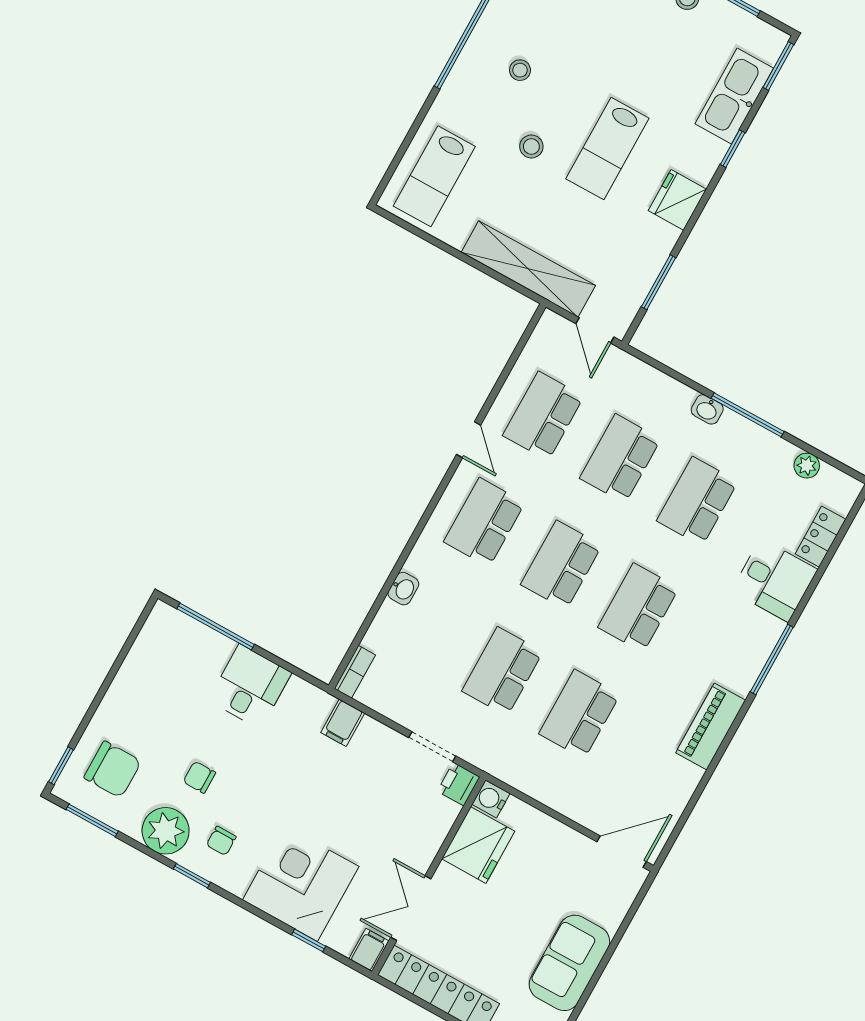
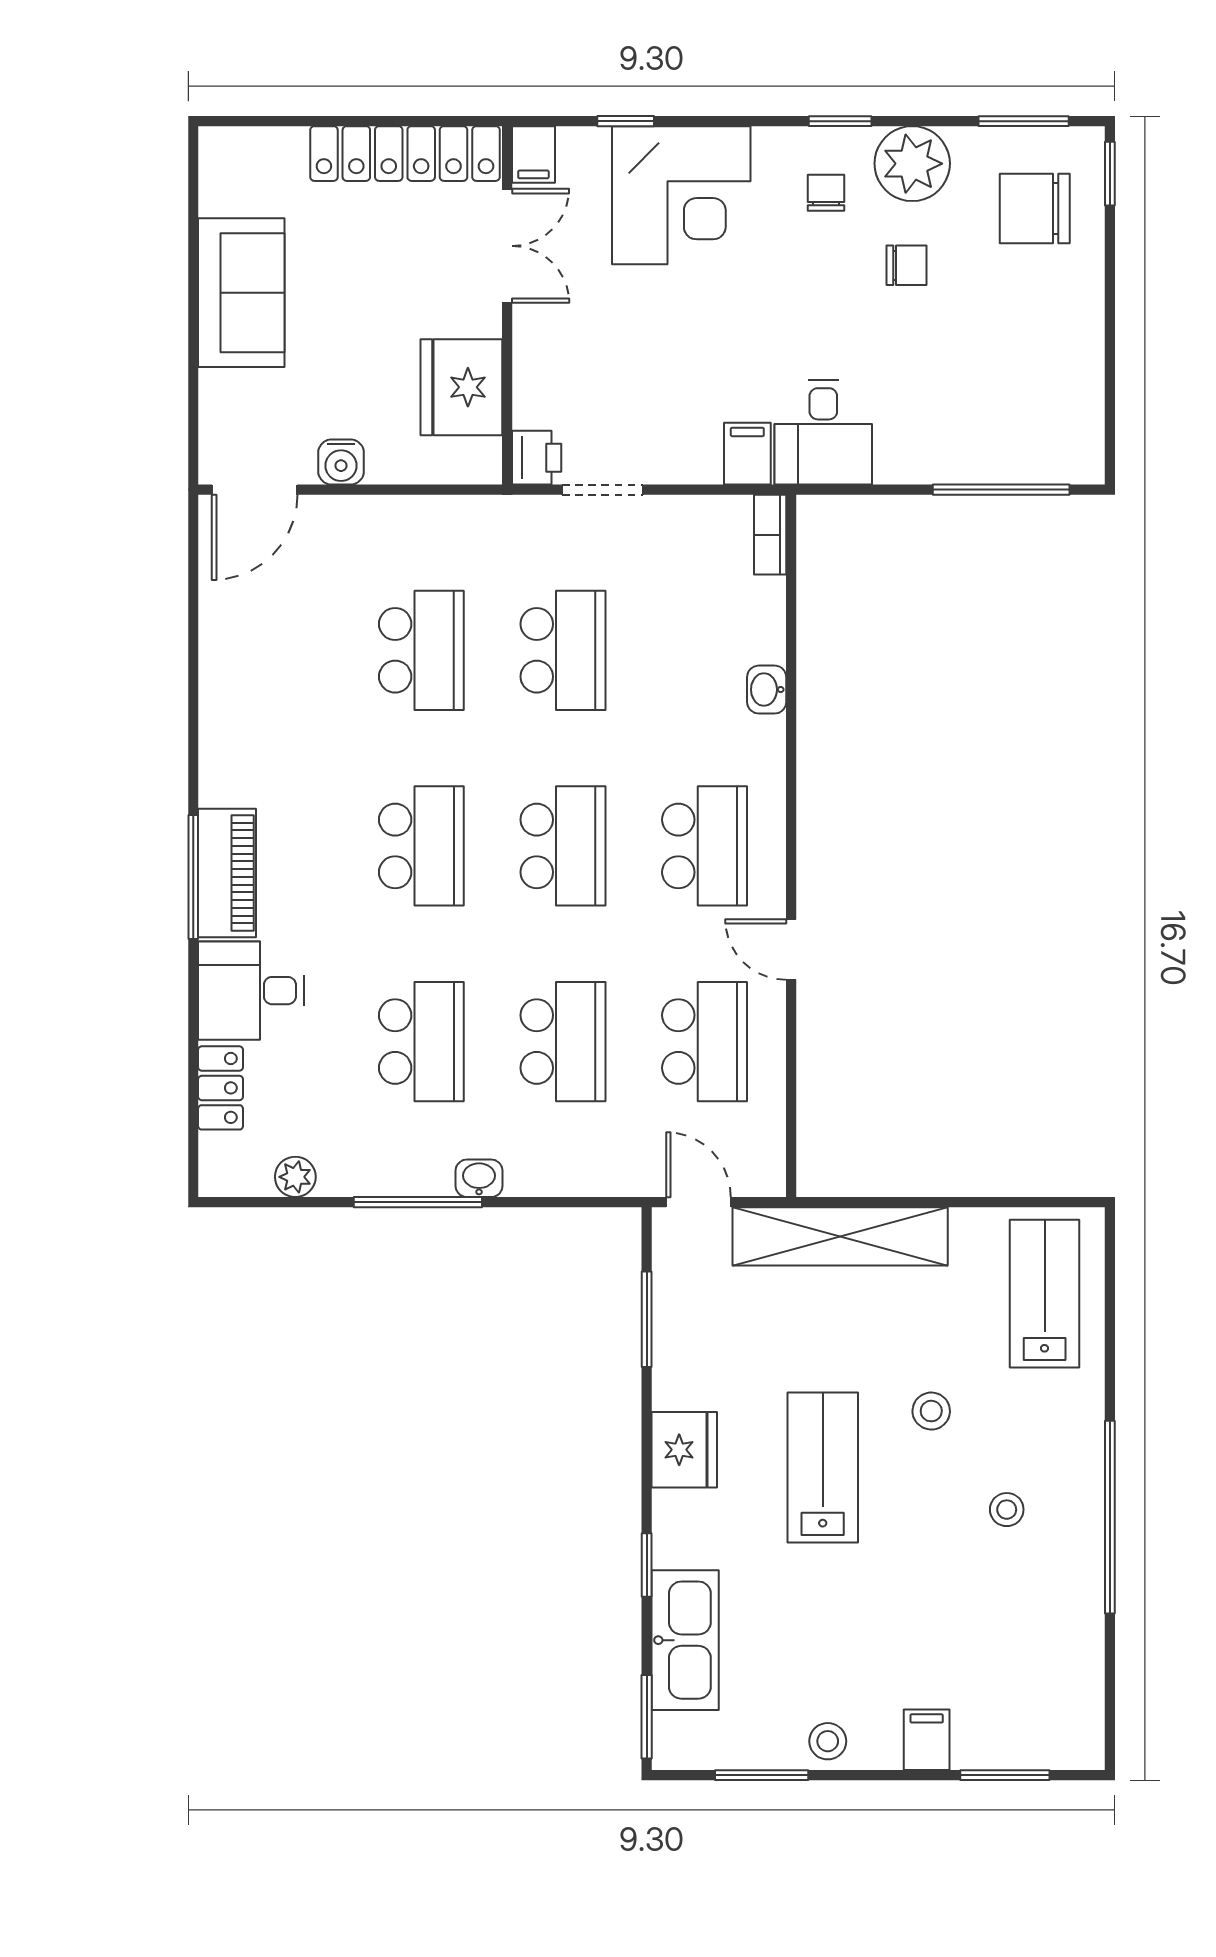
desk: (250, 686) -> (823, 432), moved
piano: (711, 727) -> (227, 873), moved
water cooler: (491, 799) -> (341, 462), moved, turned 90

